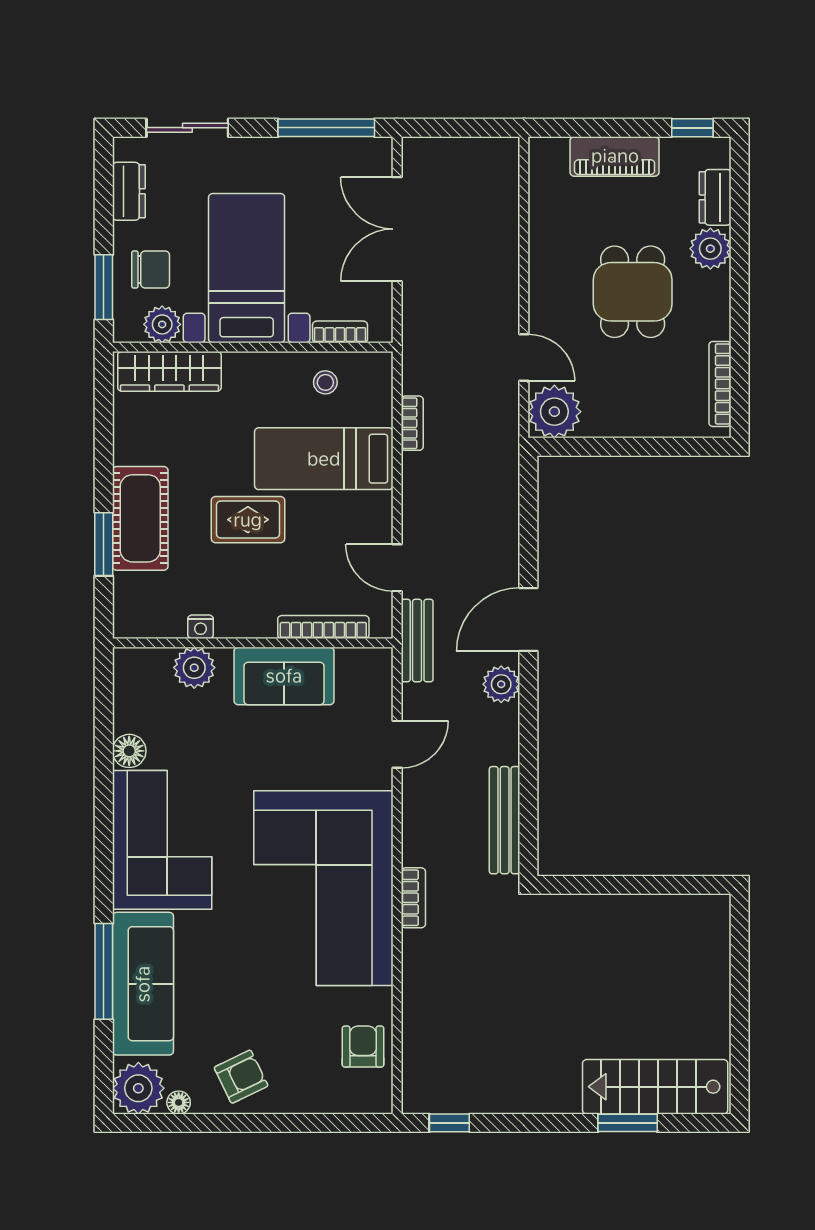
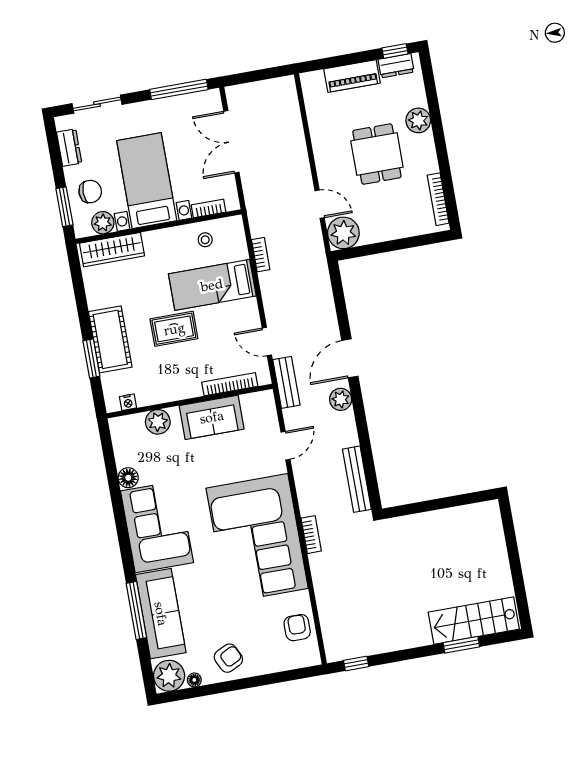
dresser: (715, 197) -> (396, 66), moved, turned -90
nightstand: (200, 627) -> (128, 402), moved

